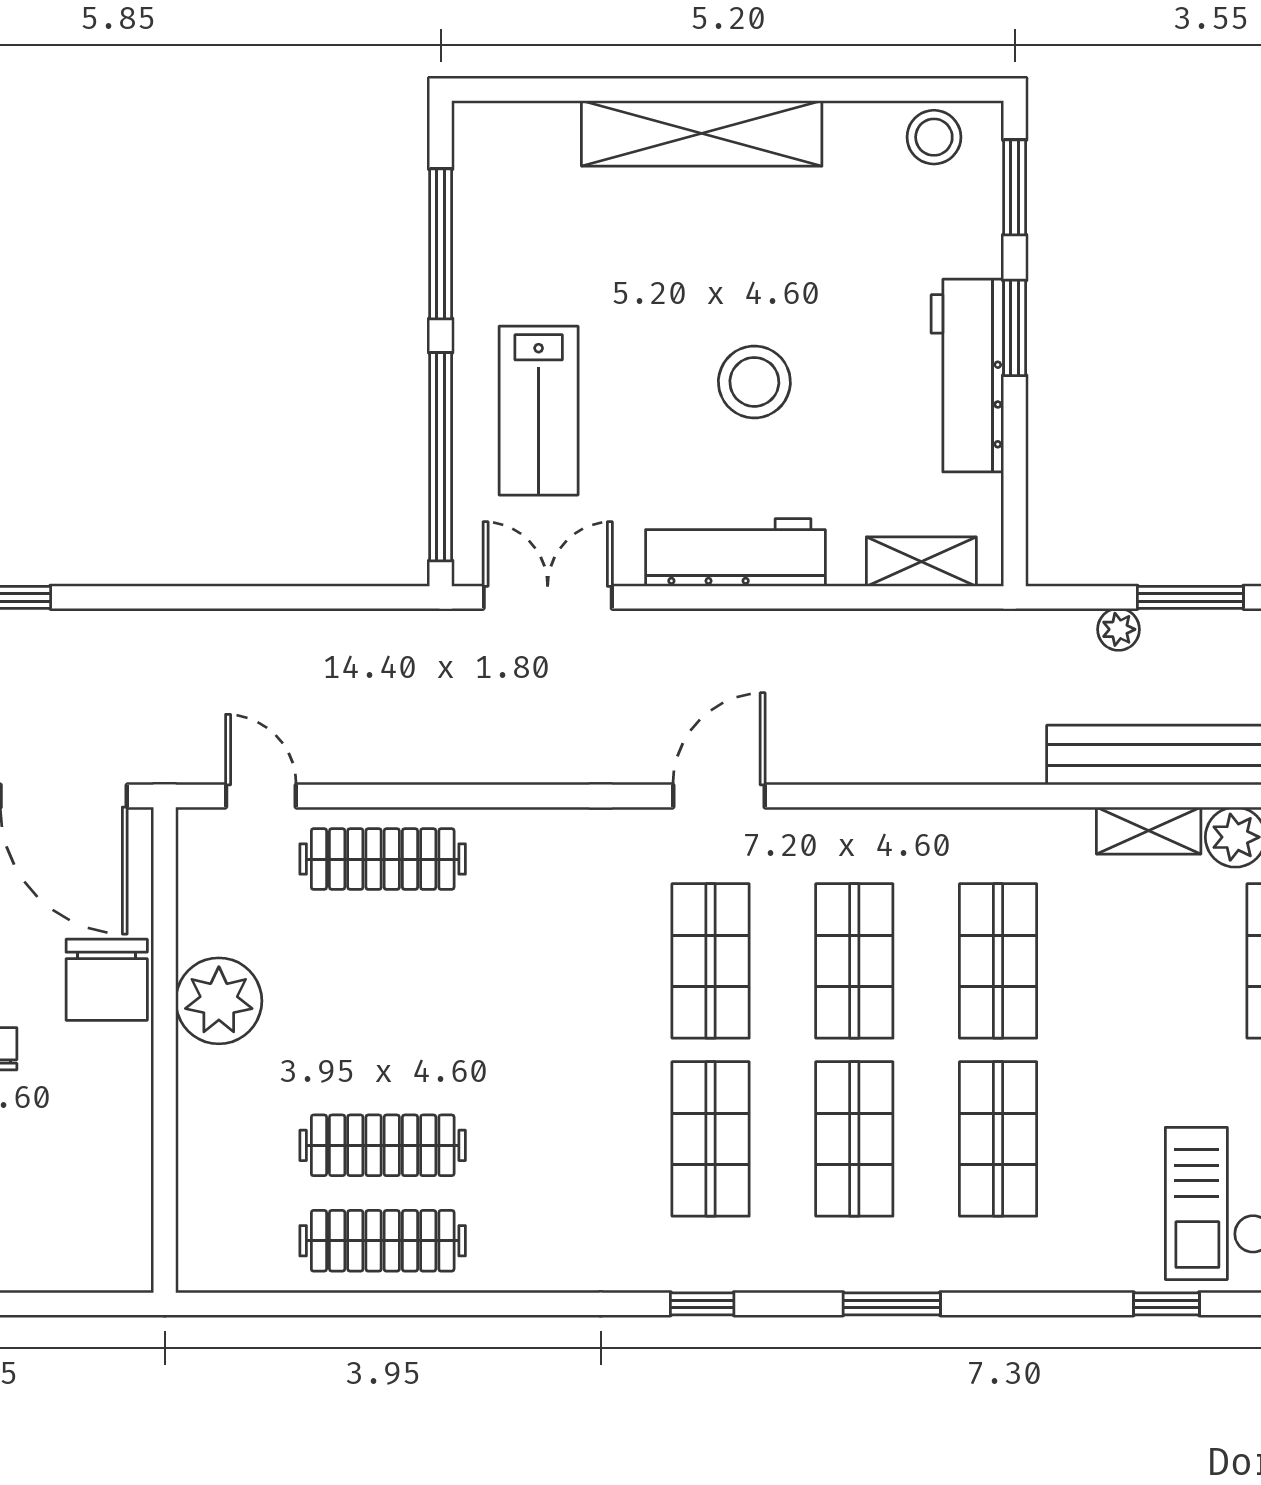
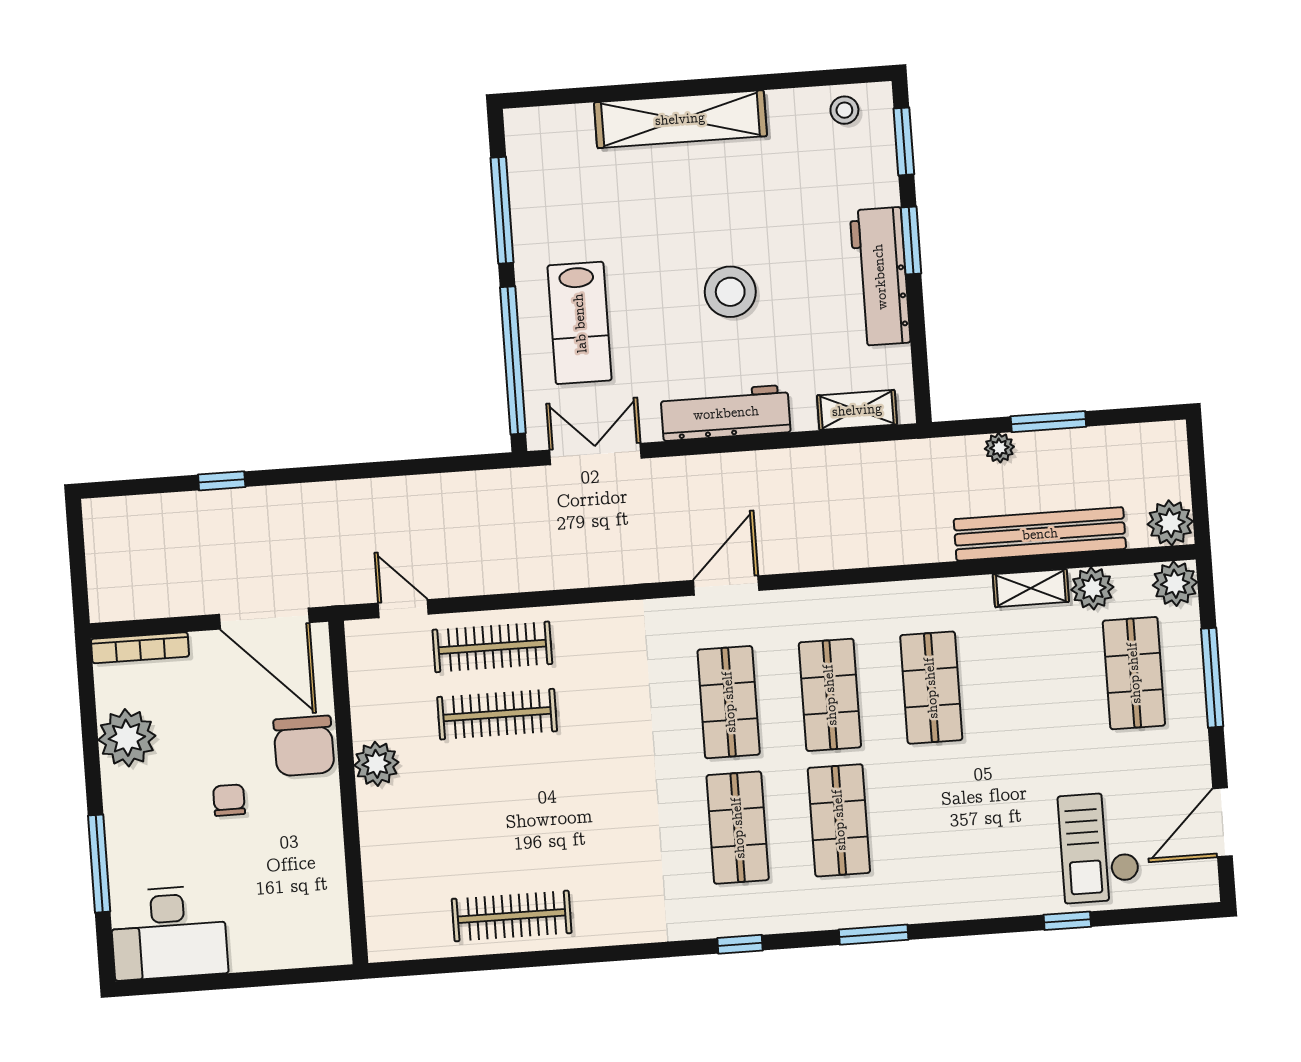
stool: (934, 137) -> (844, 110), width x0.73, depth x0.73
plant: (219, 1001) -> (376, 764), width x0.73, depth x0.73
shop shelf: (998, 1139) -> (940, 813), removed
clothes rail: (383, 1145) -> (497, 714), moved

